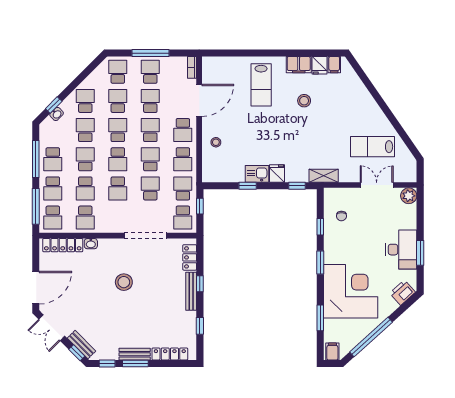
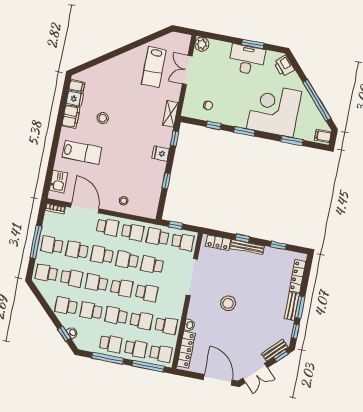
school desk: (118, 101) -> (72, 278), turned 180
kitchen sink: (257, 174) -> (58, 181), moved, turned 180

